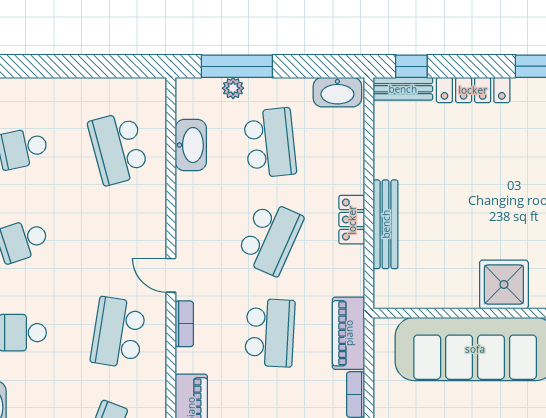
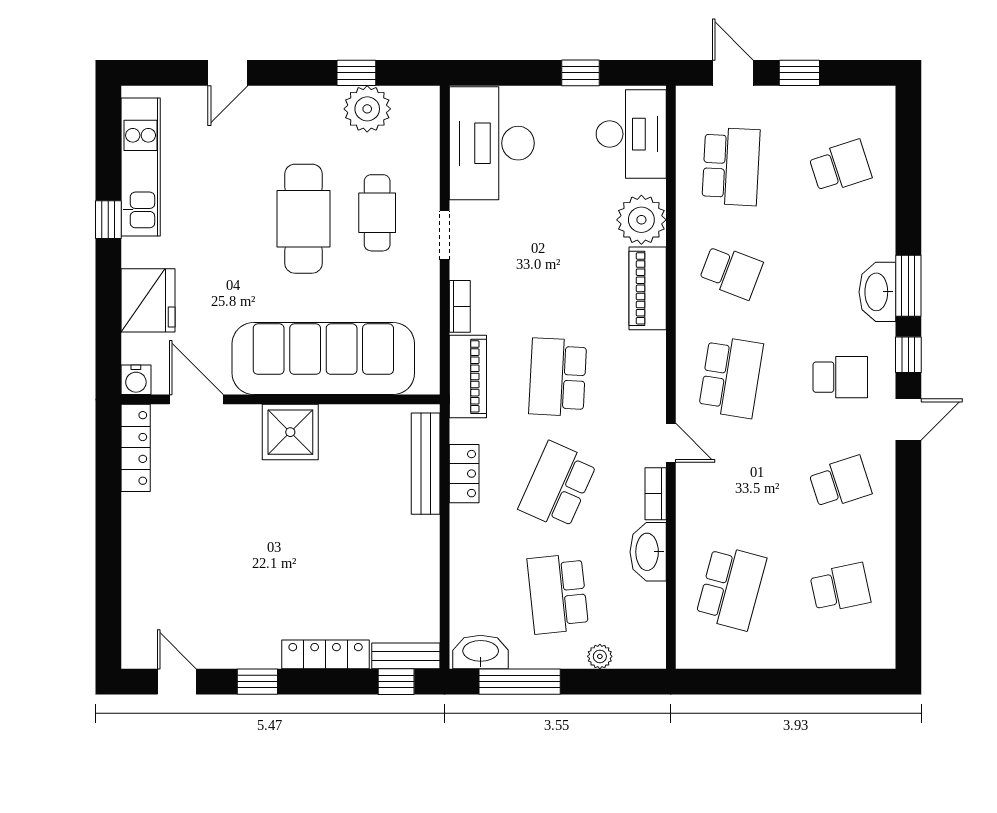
window: (237, 66) -> (520, 682), moved
washbasin: (191, 145) -> (648, 552), moved
school desk: (118, 148) -> (731, 588), turned 30
locker: (352, 220) -> (464, 474), moved
bench: (386, 224) -> (426, 464), moved
bookcase: (184, 324) -> (656, 494), moved

